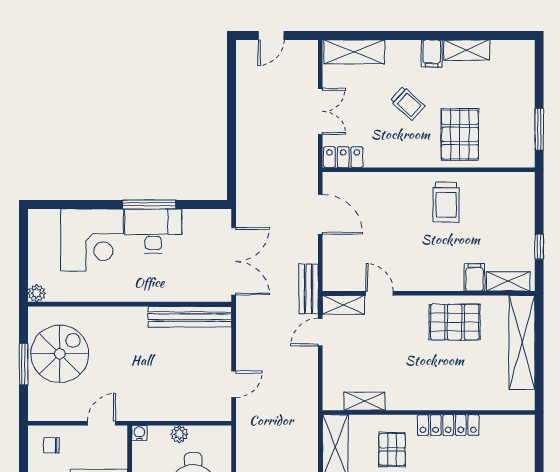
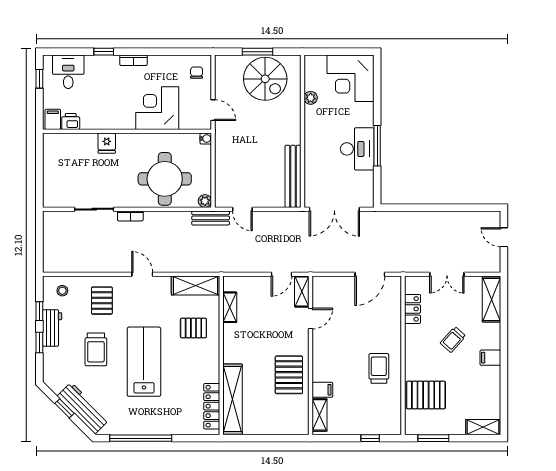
shelving: (467, 50) -> (483, 427), moved, turned 90
pallet: (460, 134) -> (426, 395), moved
locker: (343, 157) -> (413, 309), moved
trolley: (446, 202) -> (379, 368), turned 90
corner desk: (92, 240) -> (350, 78), moved
window: (539, 247) -> (370, 438), moved
bench: (309, 289) -> (211, 218), moved
plant: (37, 293) -> (311, 98), moved
door: (320, 332) -> (281, 274), swing flipped
shelving: (522, 343) -> (232, 399), moved, turned 90
locker: (448, 425) -> (212, 406), moved
plant: (179, 434) -> (205, 201), moved

